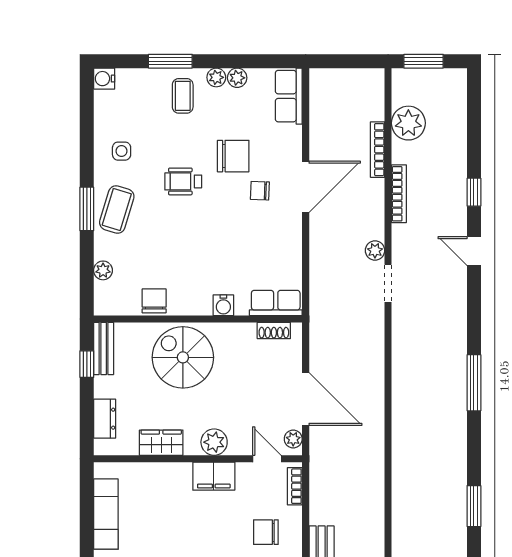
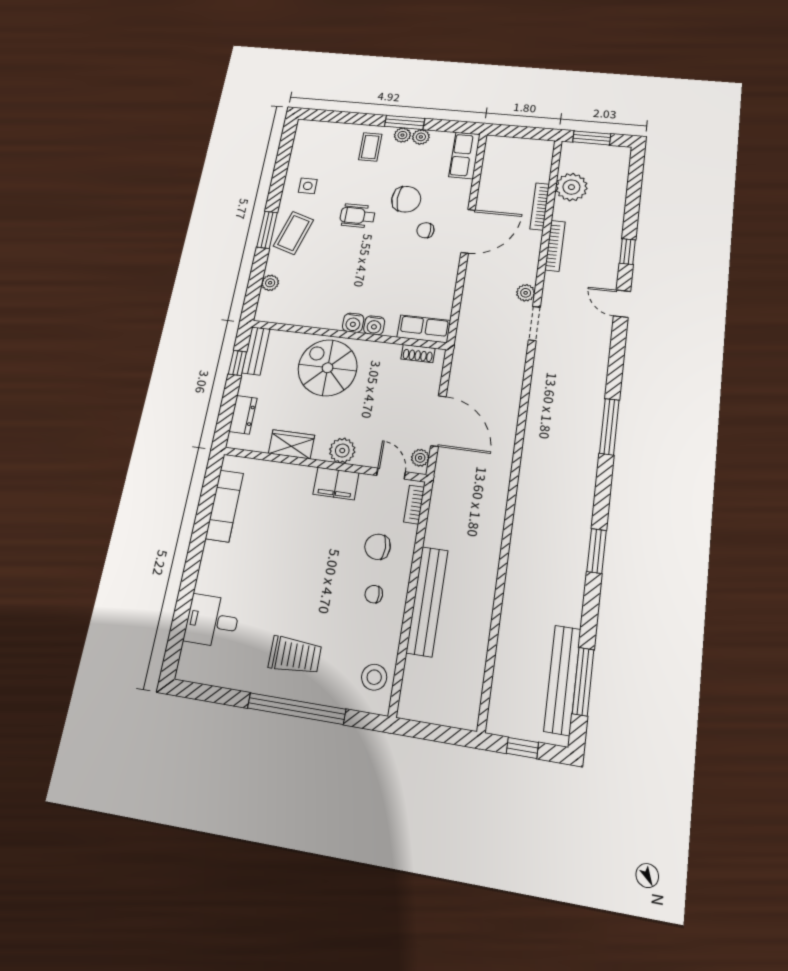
window: (170, 61) -> (405, 122), moved
water cooler: (104, 79) -> (353, 323), moved, turned -90
chair: (154, 301) -> (311, 314), removed

